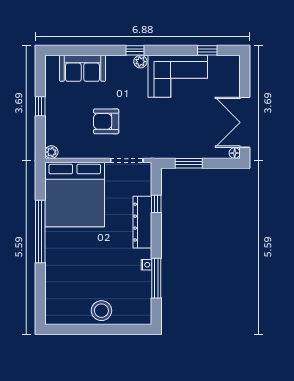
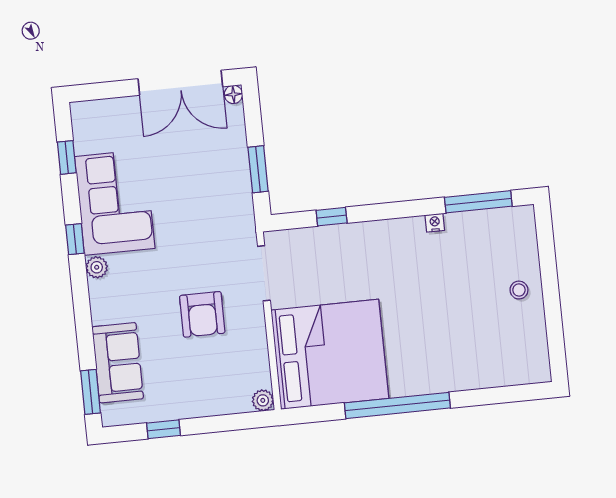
window: (67, 50) -> (90, 392), added
window: (135, 50) -> (75, 239), moved
window: (40, 106) -> (164, 429), moved
dresser: (142, 222) -> (364, 237), removed
window: (156, 278) -> (478, 202), moved
stool: (101, 311) -> (519, 290), width x0.53, depth x0.53

